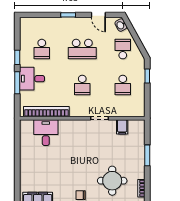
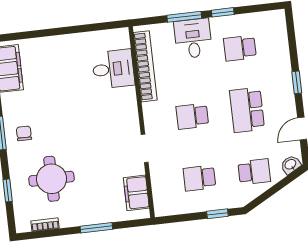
filing cabinet: (122, 127) -> (136, 193), width x2.00

